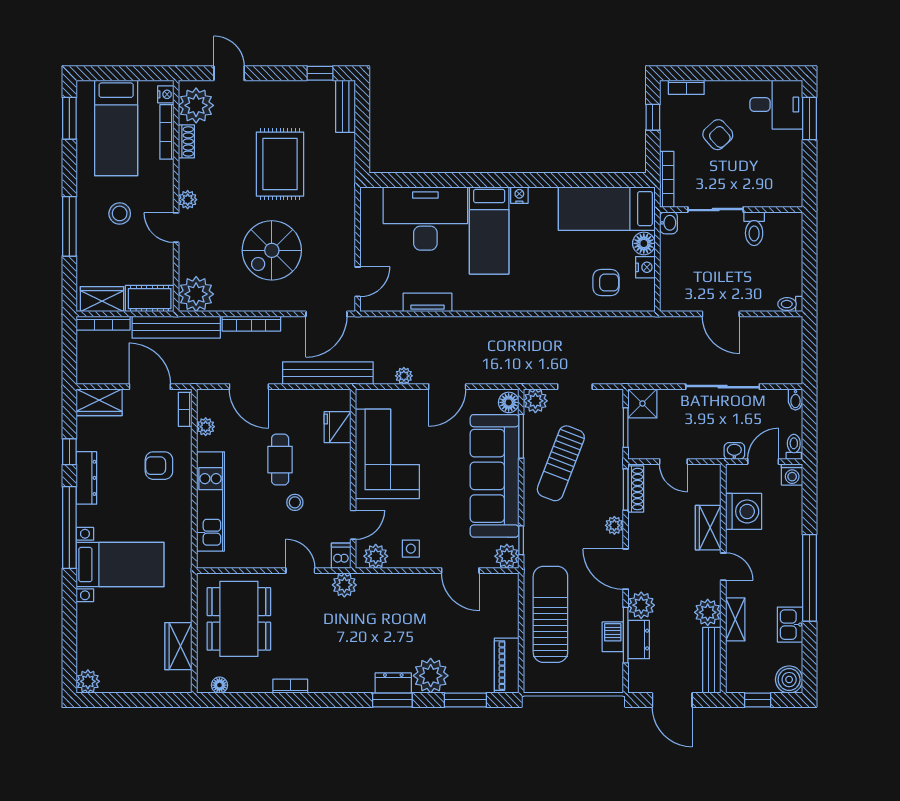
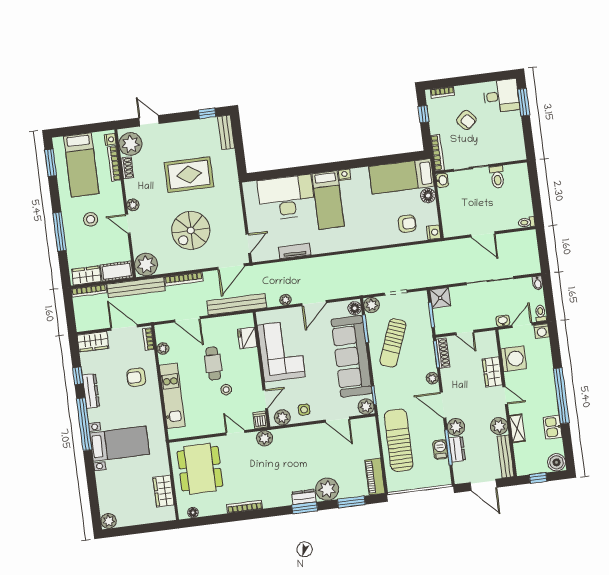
rug: (280, 164) -> (189, 175), turned 90
nightstand: (645, 267) -> (434, 232), moved
bookcase: (290, 686) -> (245, 507), width x1.56

